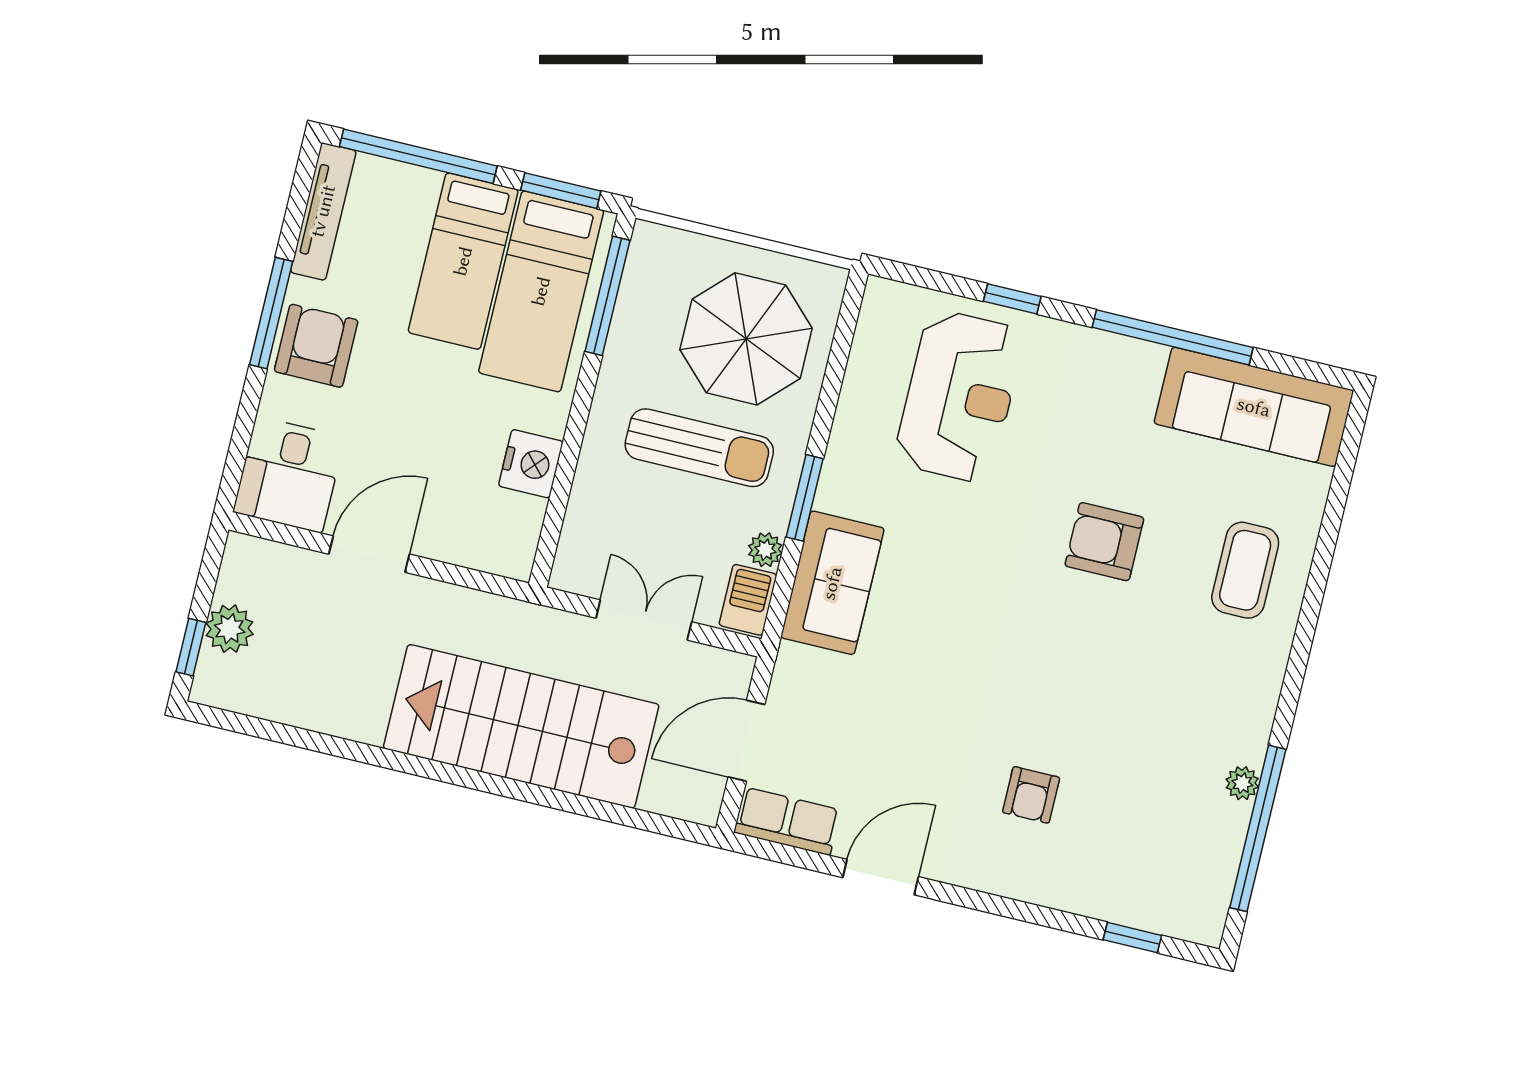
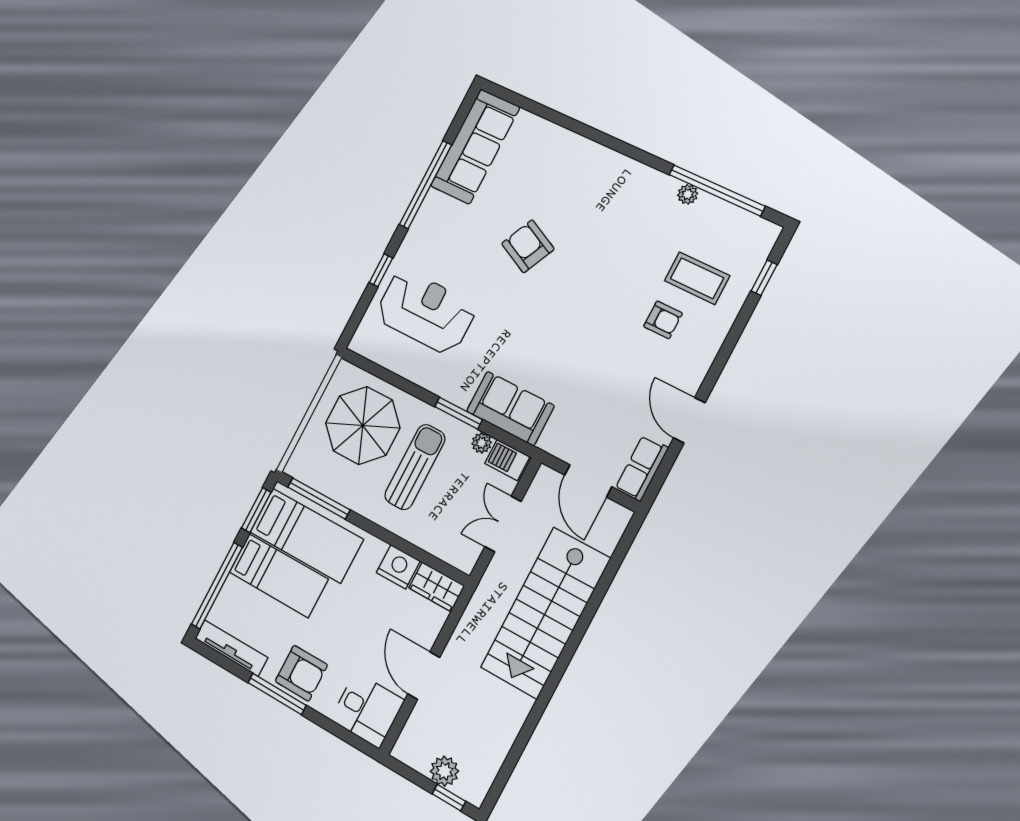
armchair: (316, 346) -> (301, 673), turned 180
wardrobe: (515, 537) -> (437, 587), added
armchair: (1104, 542) -> (528, 246), turned 116
coffee table: (1245, 570) -> (697, 278), moved

